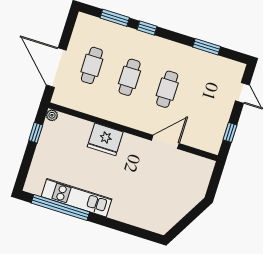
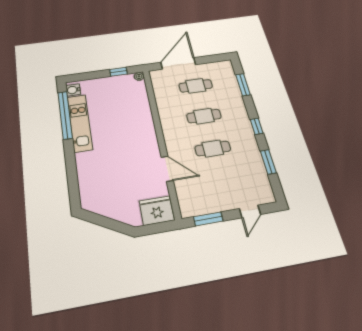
window: (147, 28) -> (257, 126), moved
window: (230, 132) -> (208, 219), width x1.50
fridge: (105, 139) -> (157, 211), moved, turned 90
water cooler: (35, 187) -> (73, 90), added

